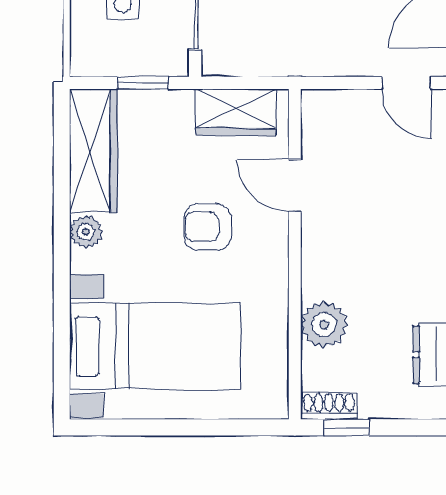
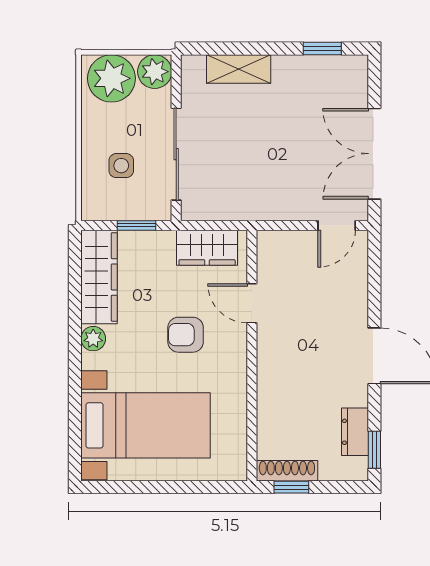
door: (406, 83) -> (337, 225), hinge flipped
plant: (324, 325) -> (274, 409), removed
shoe rack: (329, 406) -> (287, 471), width x1.43

